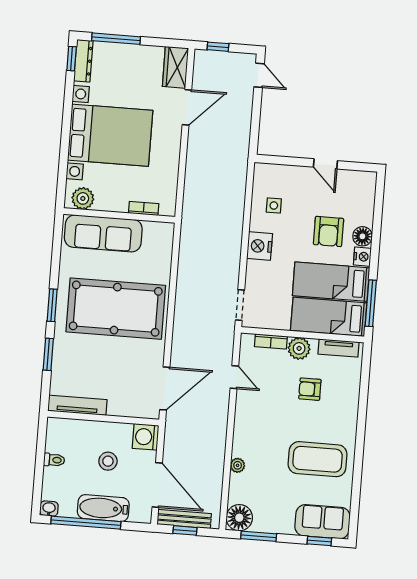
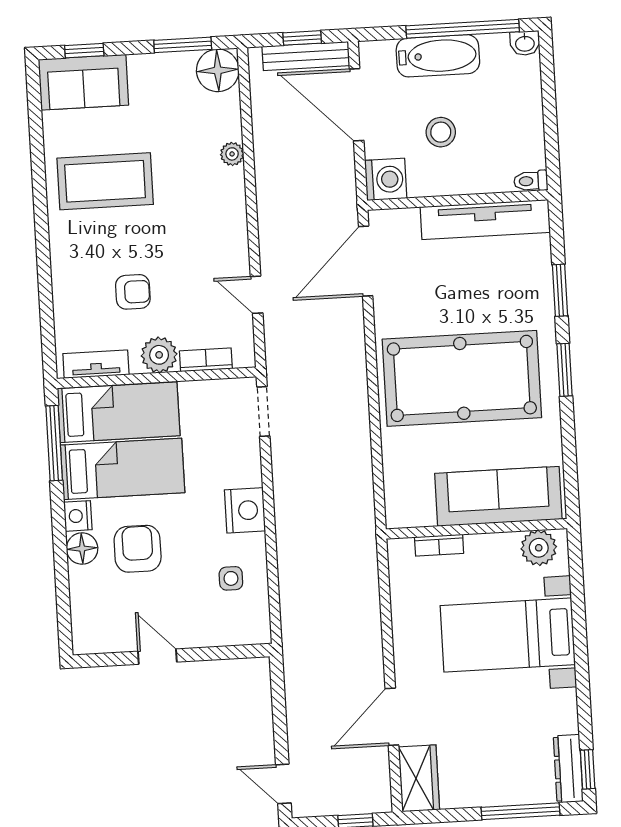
bed with nightstands: (110, 135) -> (508, 635), width x0.73
tv unit: (77, 405) -> (485, 220), width x1.36, depth x1.29
toilet: (54, 460) -> (531, 181), moved

